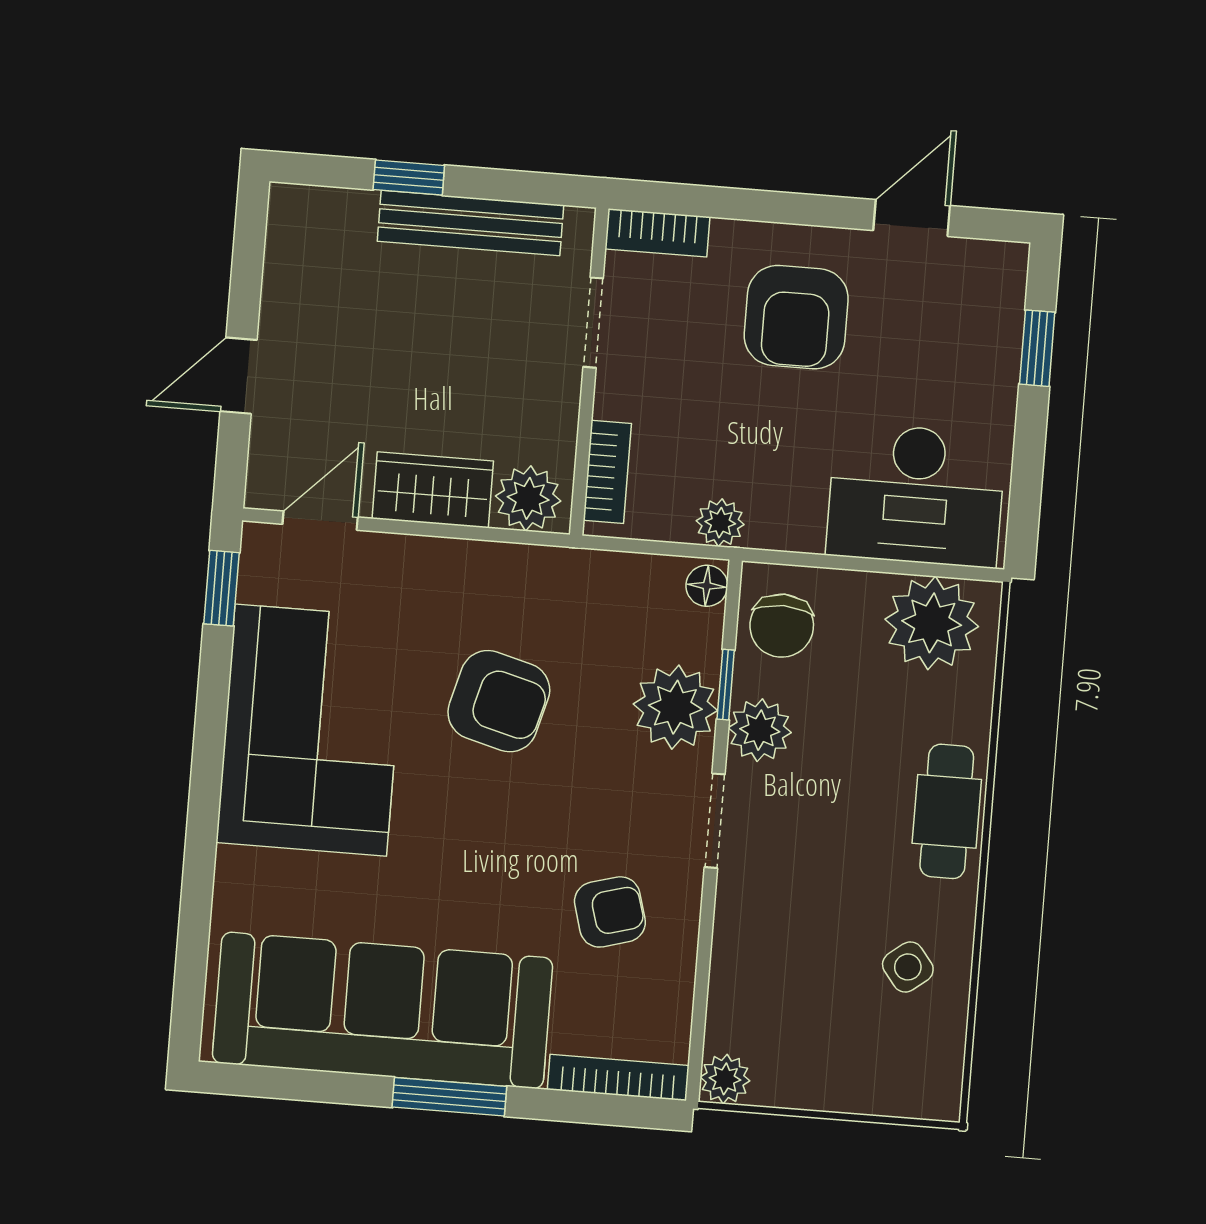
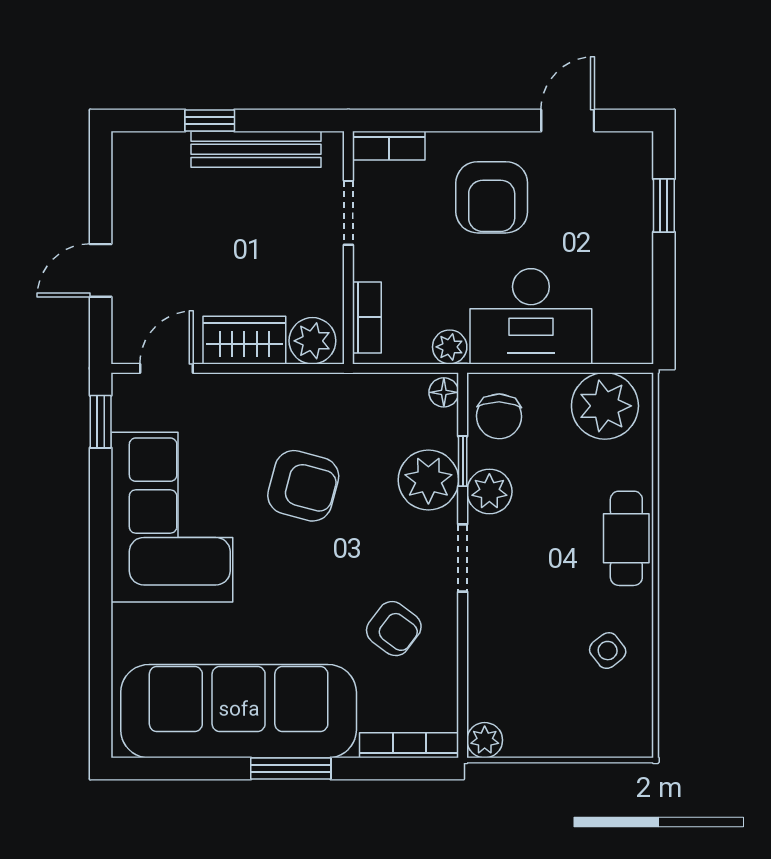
desk: (916, 495) -> (531, 316), moved
armchair: (610, 912) -> (394, 629), turned 53

